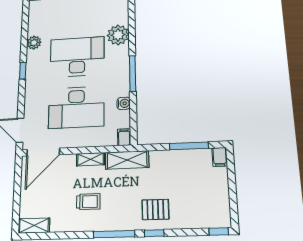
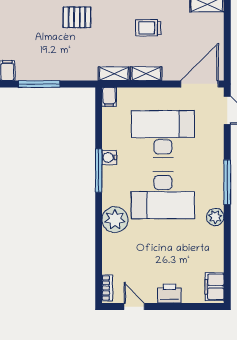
window: (23, 71) -> (227, 182), width x2.17
water cooler: (124, 103) -> (109, 157), moved
shelving: (127, 160) -> (114, 74), width x0.67, depth x0.75

